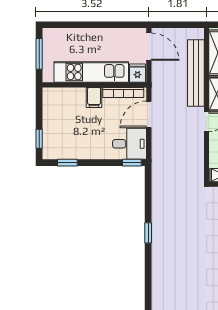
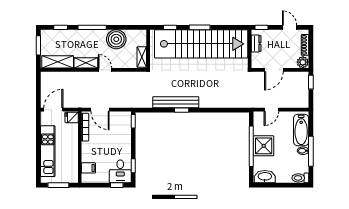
kitchen unit: (91, 72) -> (48, 151), moved, turned 180
bench: (196, 73) -> (176, 102), moved
filing cabinet: (94, 97) -> (88, 168), moved
desk: (130, 144) -> (120, 171), moved, turned 180

